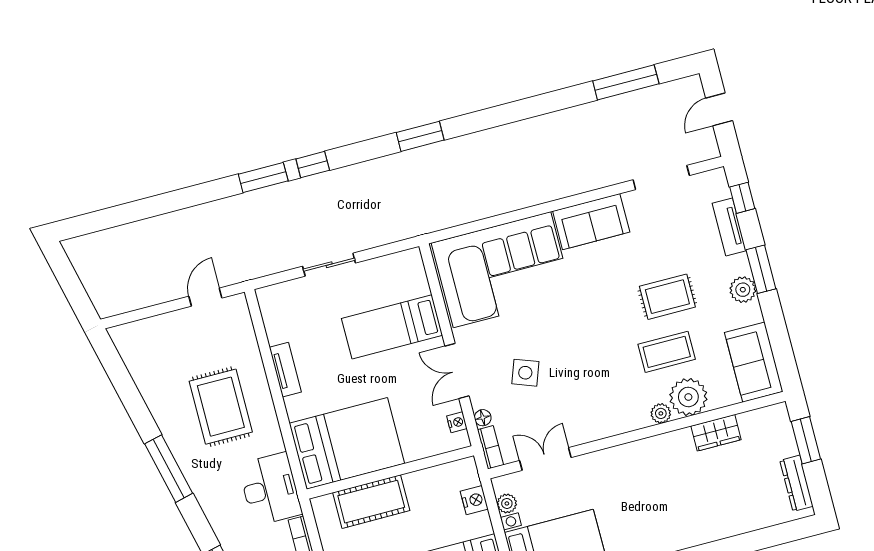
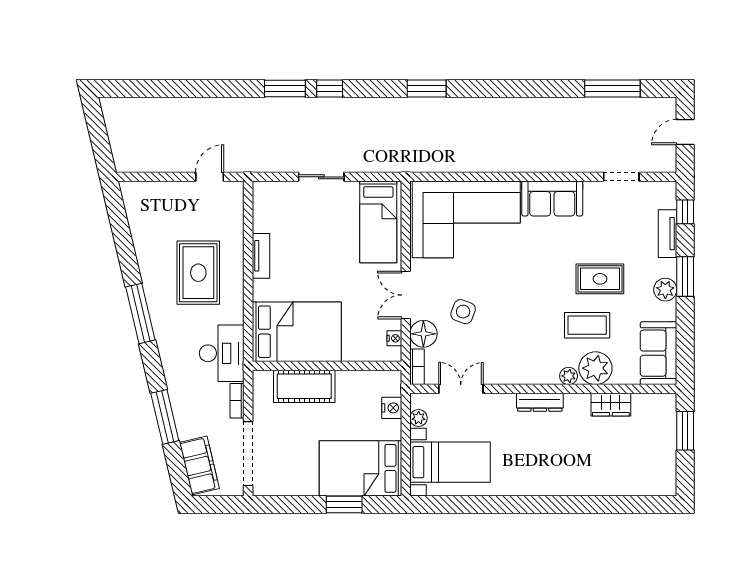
doorway: (661, 178) -> (621, 177), width x0.73
bed: (392, 327) -> (378, 222), moved, turned -90
floor lamp: (483, 418) -> (423, 334), width x1.89, depth x1.89
dresser: (796, 483) -> (540, 402), moved, turned -90

